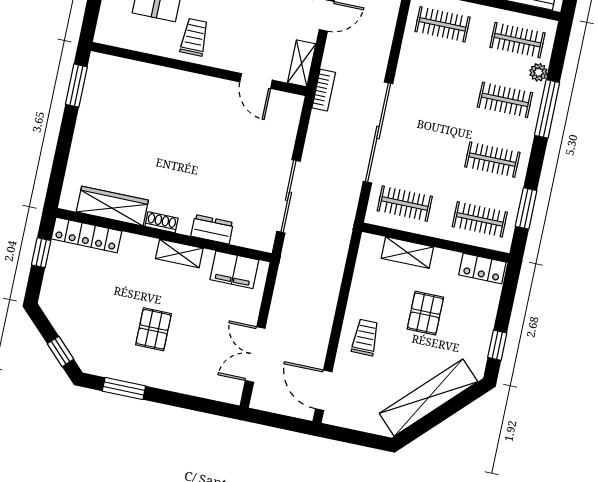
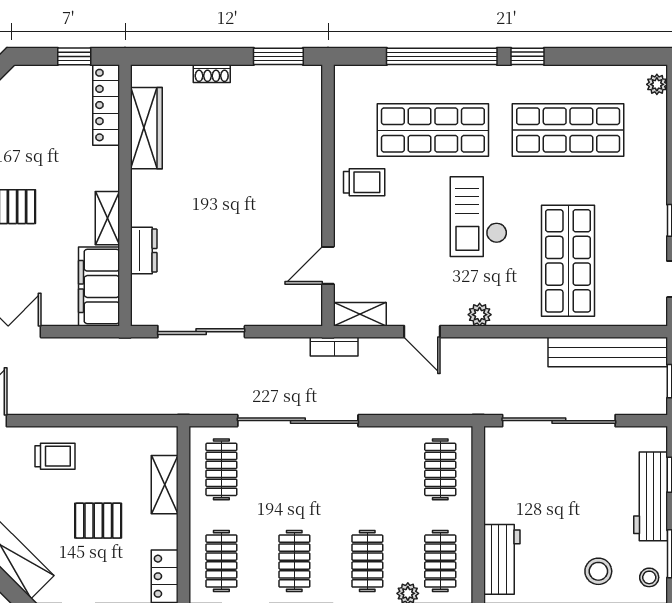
shoe rack: (162, 222) -> (212, 74), moved, turned 90
filing cabinet: (234, 270) -> (99, 286), width x1.50, depth x1.17

